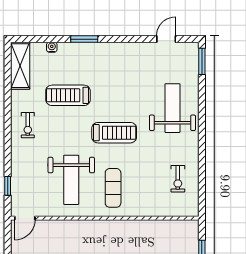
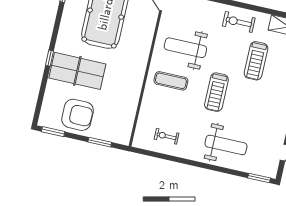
treadmill: (68, 95) -> (256, 61), turned 180
exercise bike: (28, 125) -> (239, 22), width x1.38, depth x1.39

